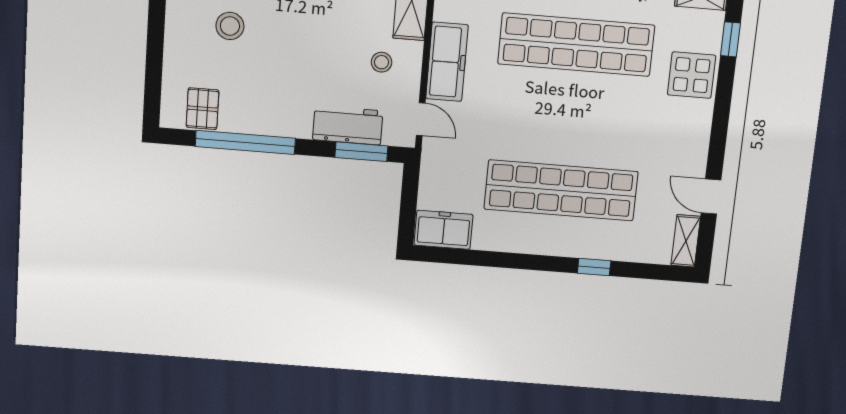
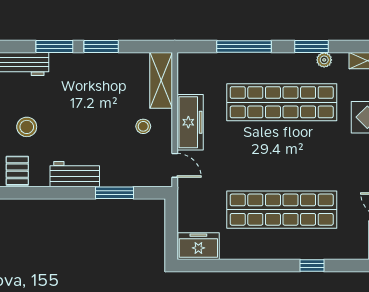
stool: (230, 26) -> (27, 127), moved
workbench: (348, 125) -> (75, 174), moved
window: (245, 142) -> (49, 193), removed
window: (361, 152) -> (115, 193), moved

